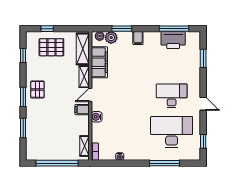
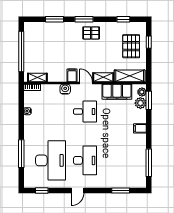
window: (122, 29) -> (149, 100), moved
printer: (173, 40) -> (138, 162), removed
desk: (120, 96) -> (85, 112), added

